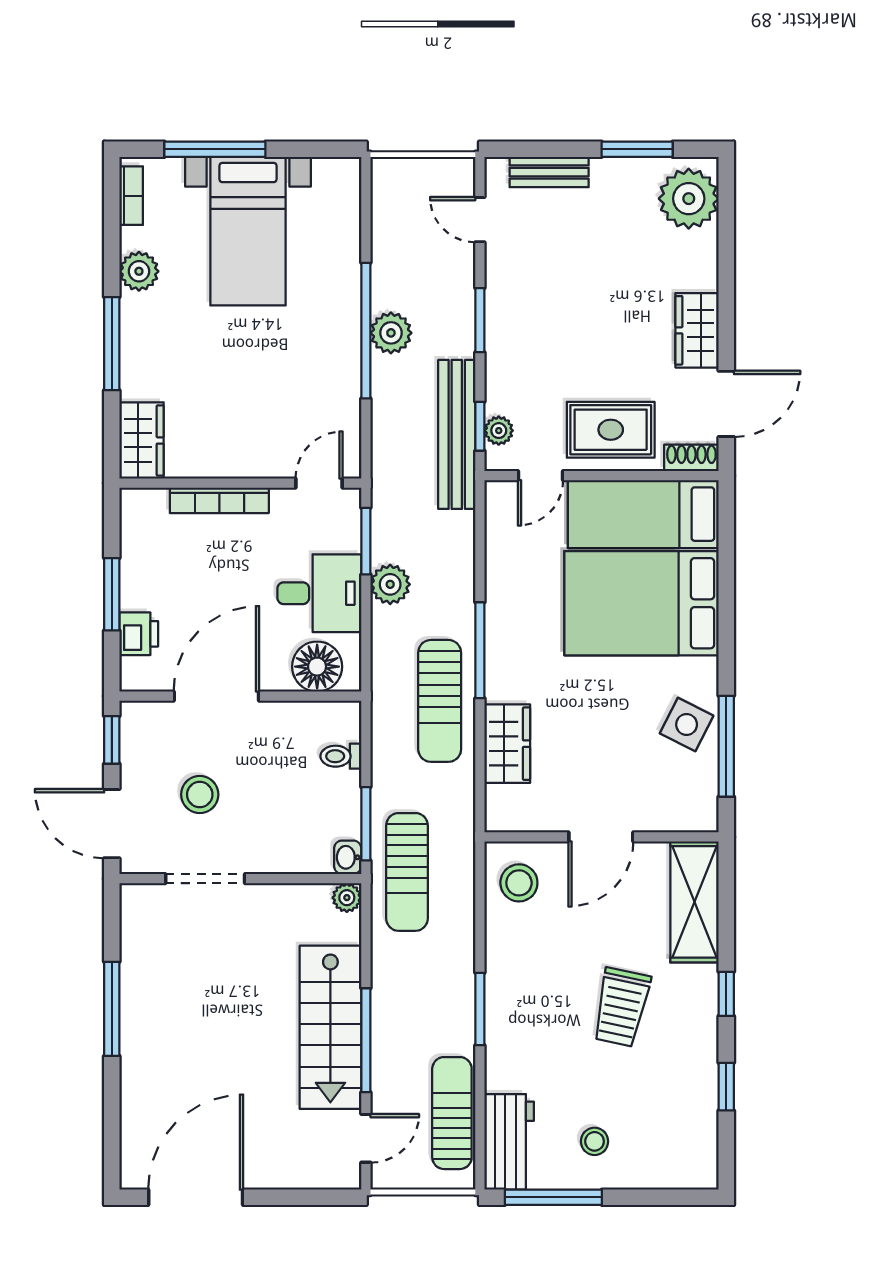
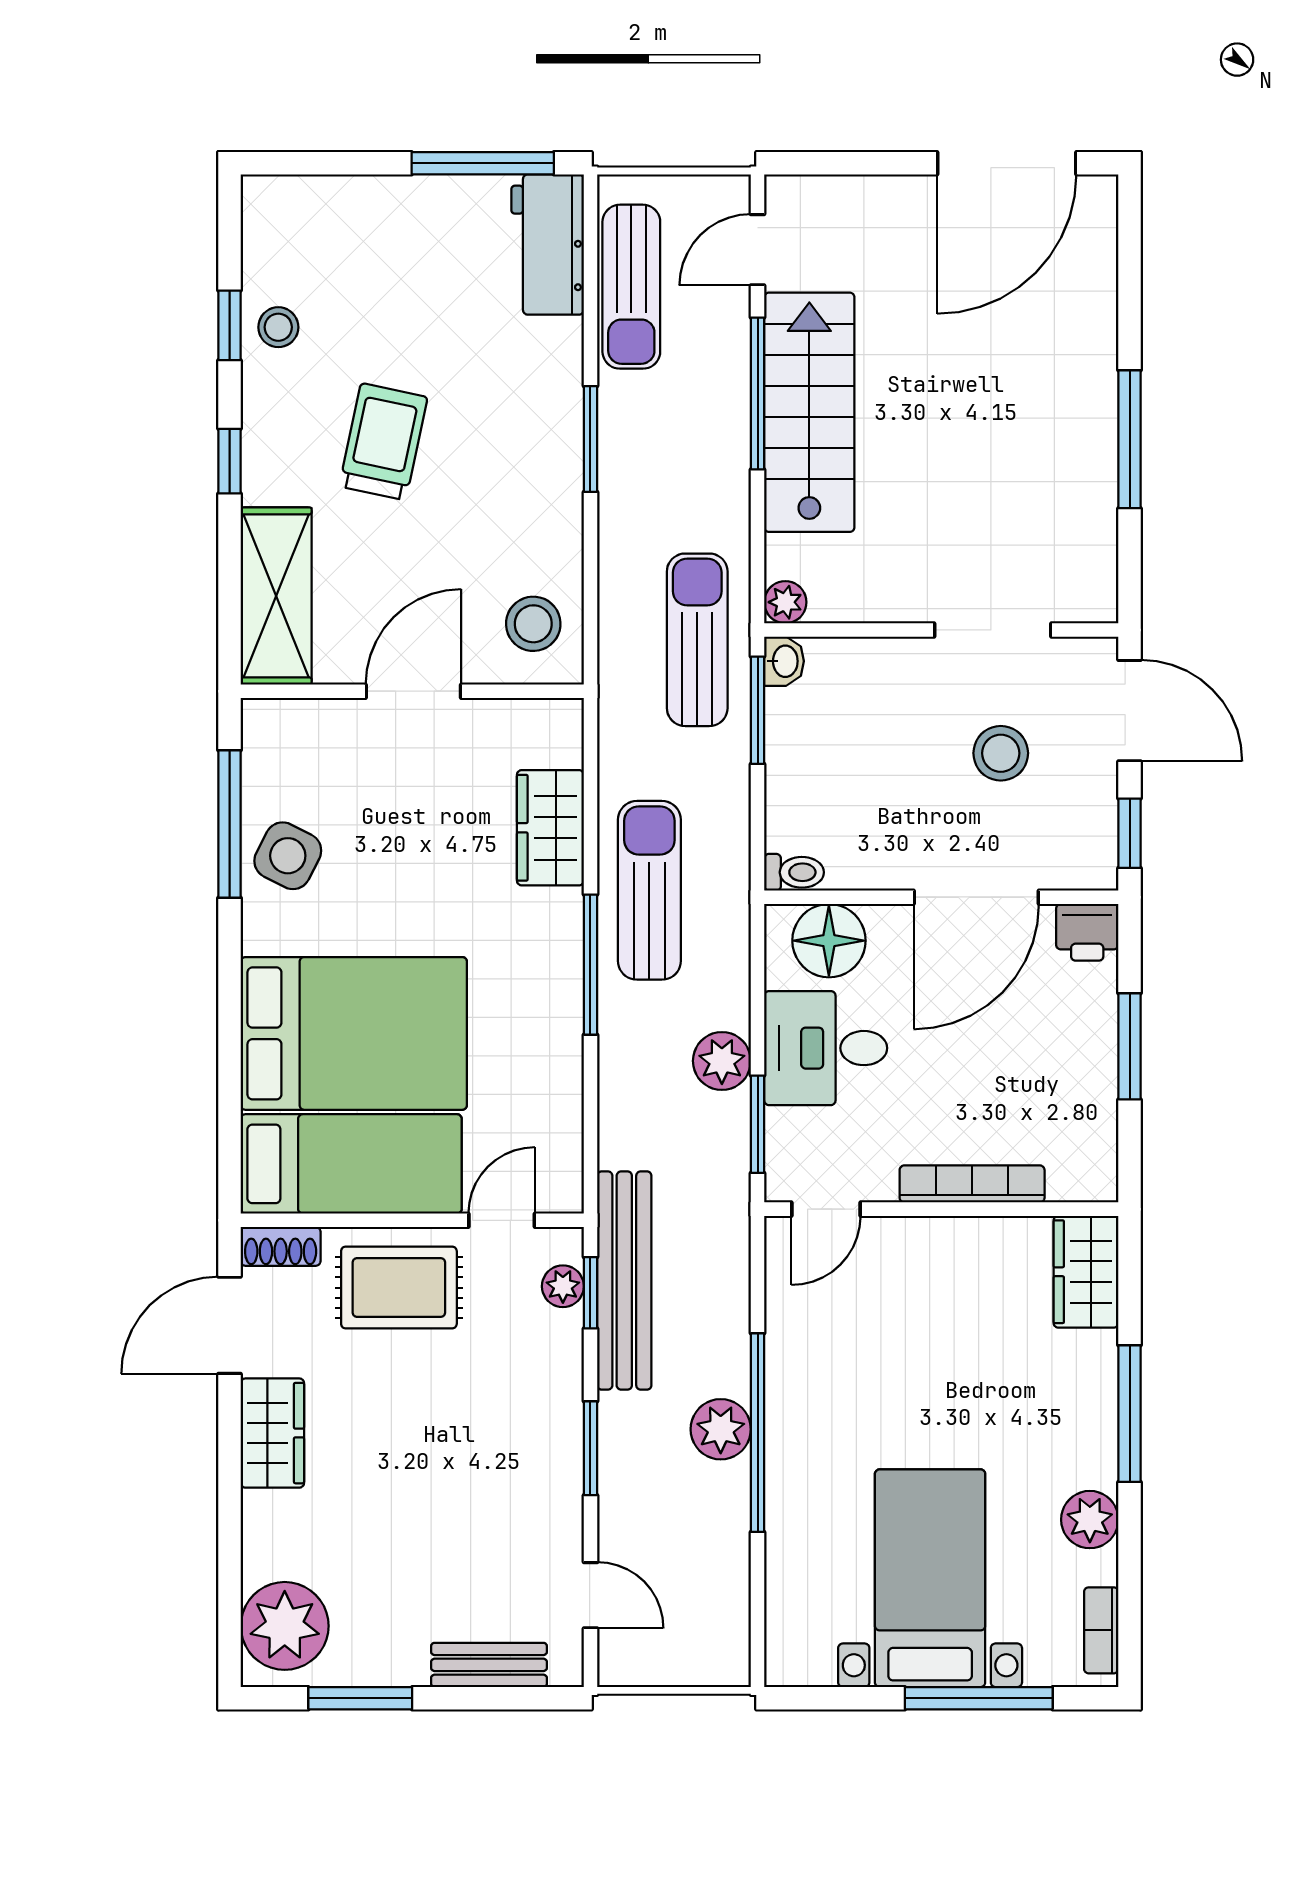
printer: (139, 634) -> (1087, 932), moved, turned -90
toilet: (341, 756) -> (794, 872), moved
stool: (595, 1141) -> (278, 327), moved

